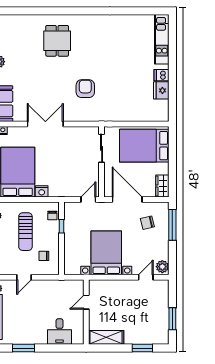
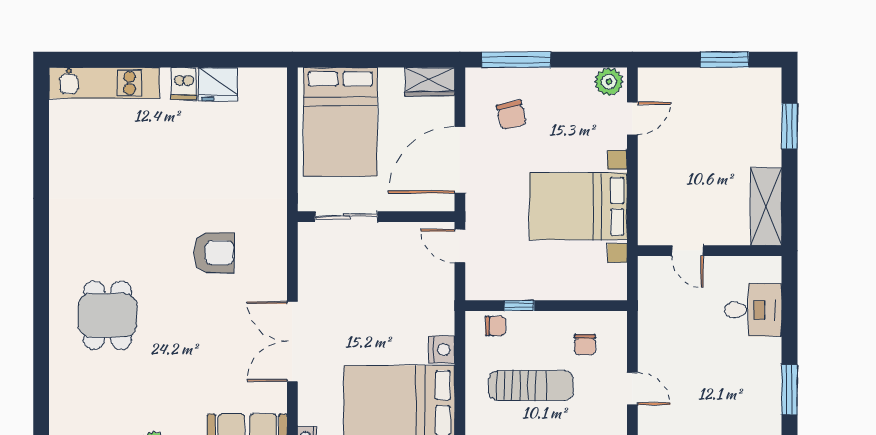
dining table: (57, 41) -> (108, 315), turned 90
armchair: (85, 89) -> (214, 253), turned 180
door: (146, 277) -> (632, 118), swing flipped

